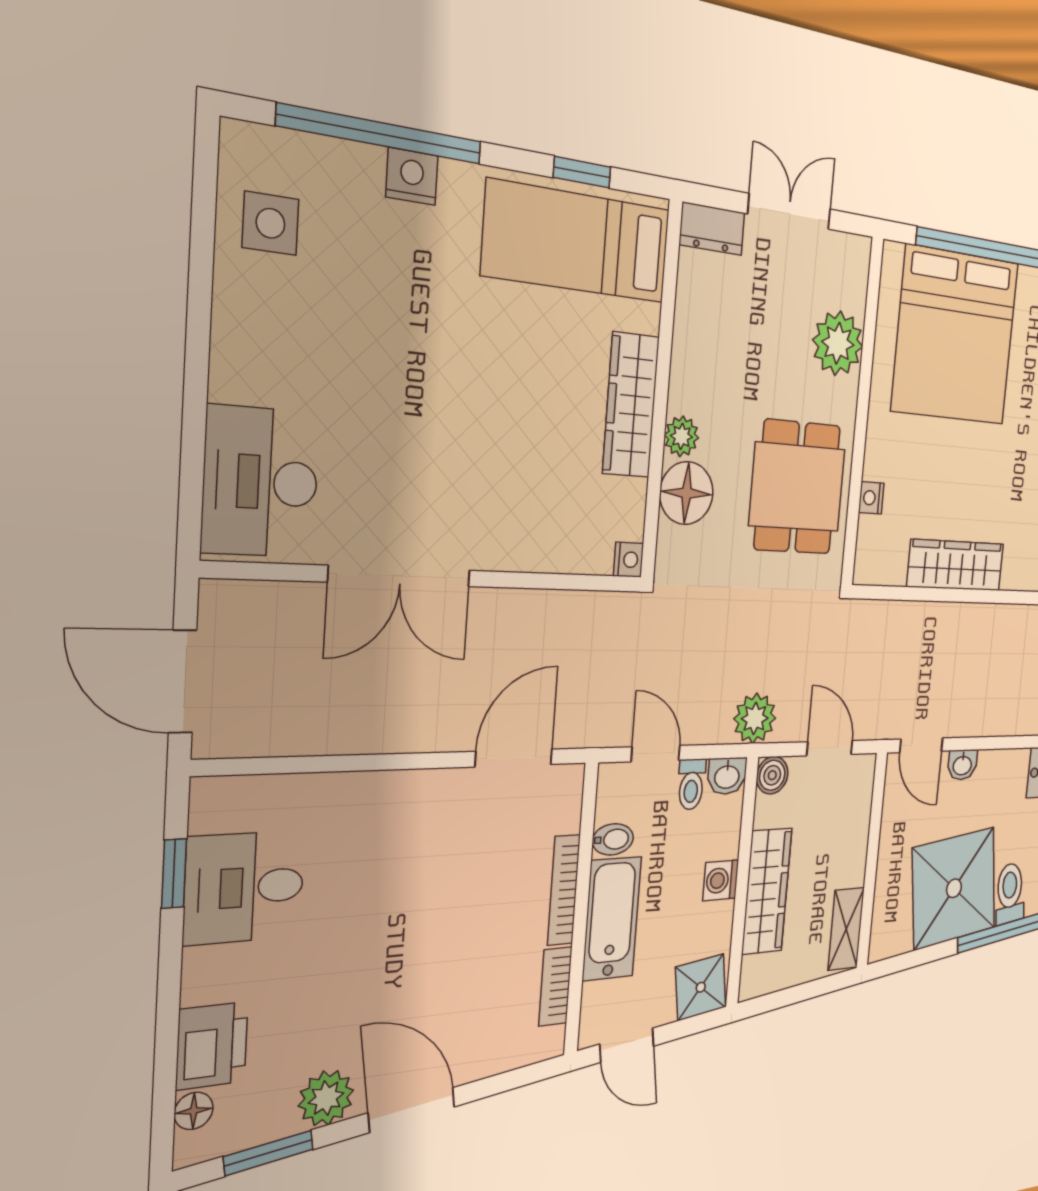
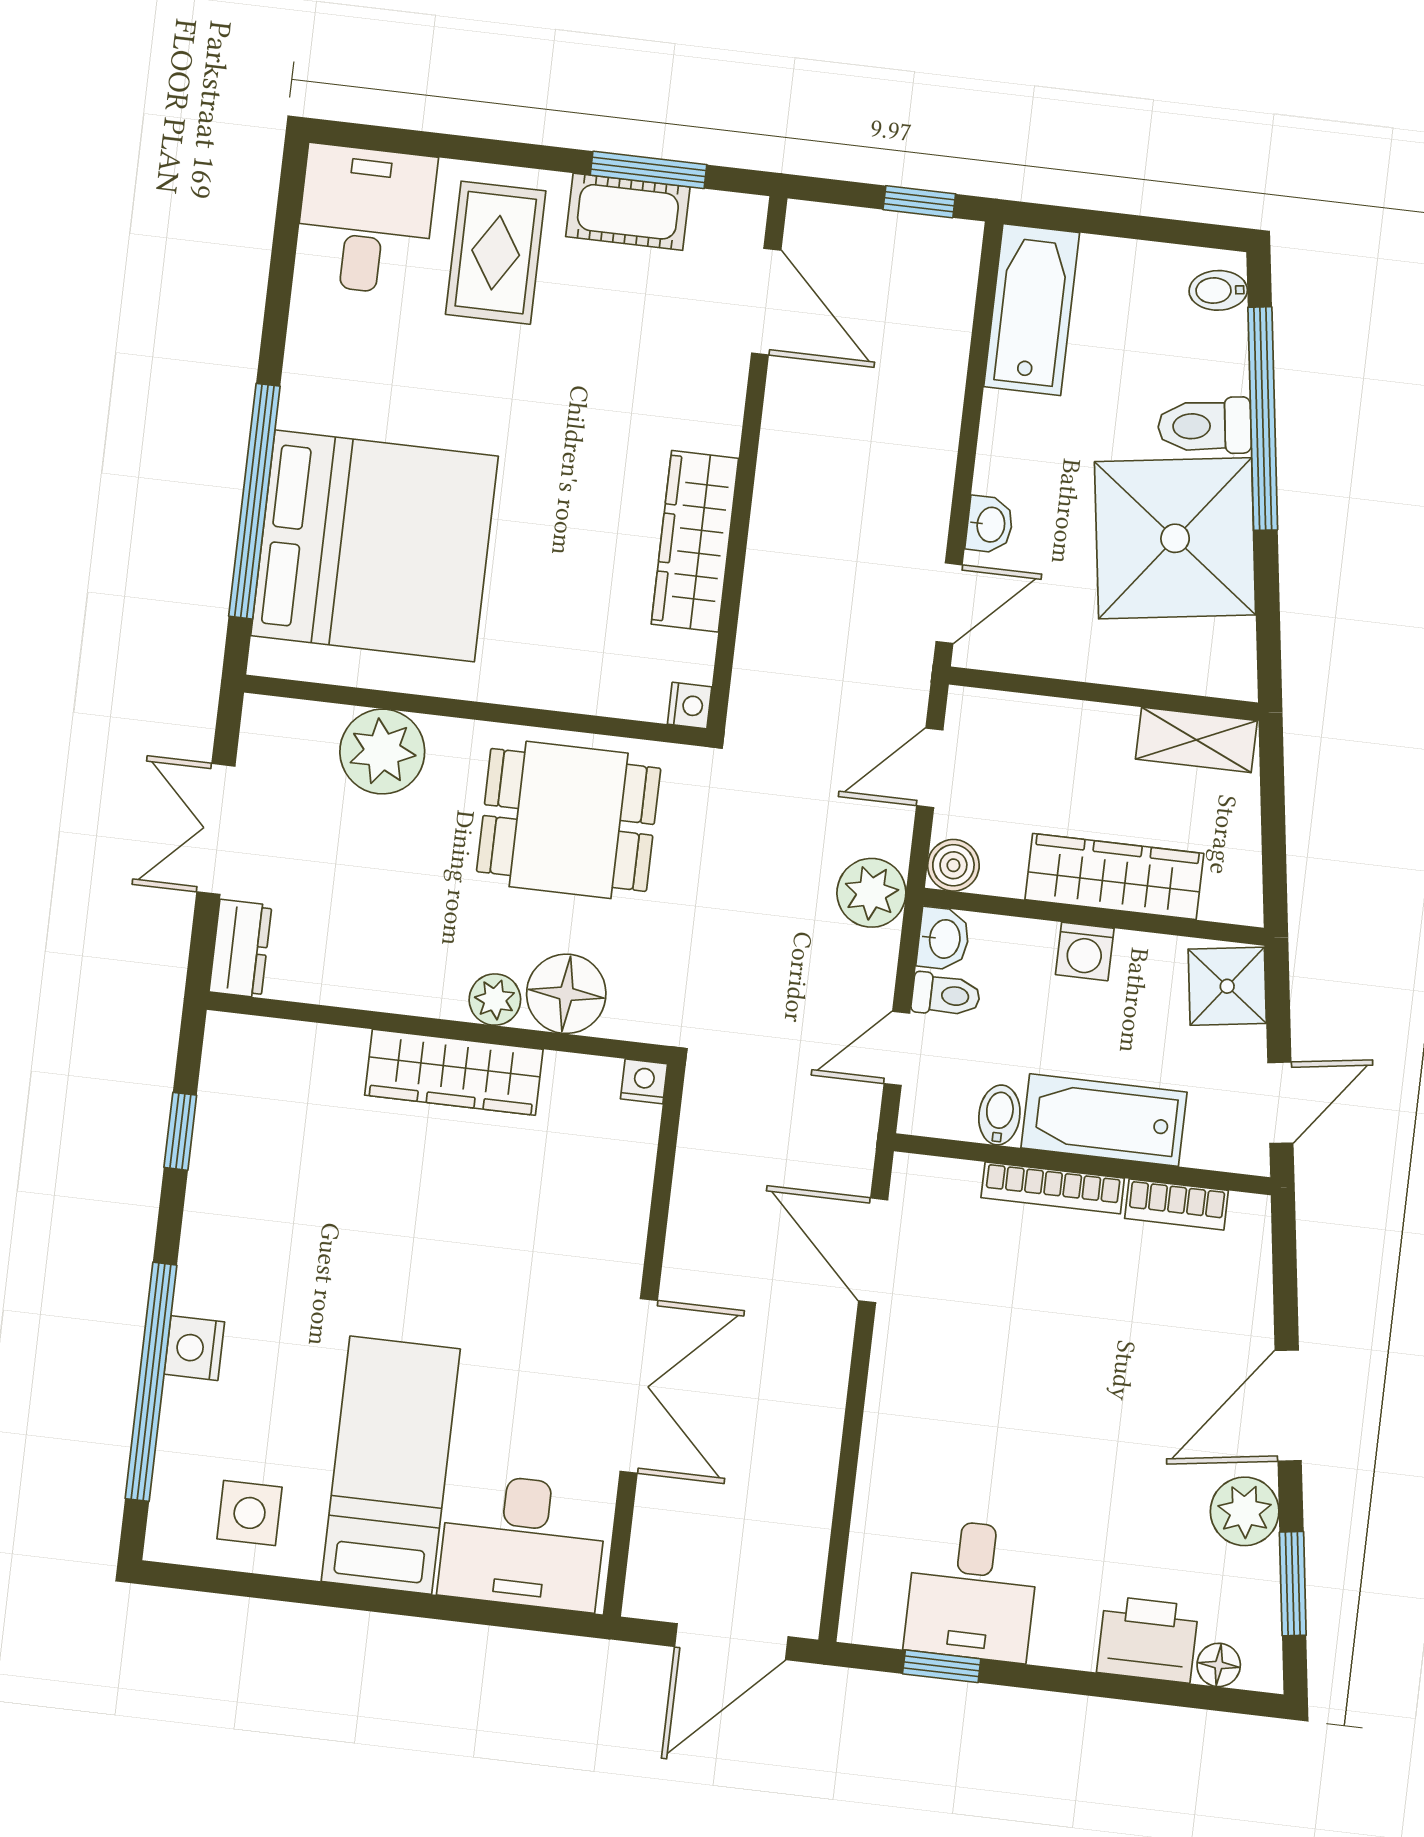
bed: (577, 242) -> (391, 1465), moved, turned 180
nightstand: (871, 498) -> (690, 705), moved, turned -90

